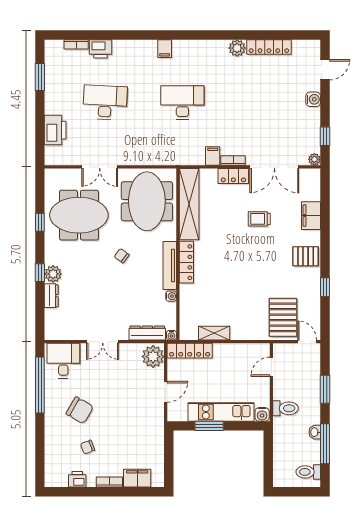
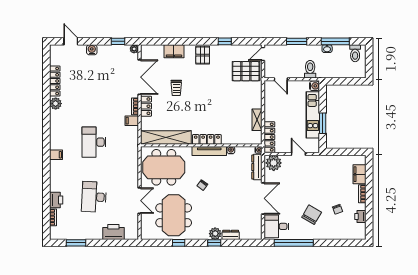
double door: (103, 342) -> (263, 198), width x1.37

